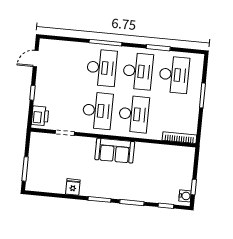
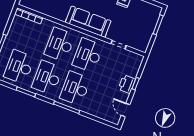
door: (36, 59) -> (126, 110), swing flipped
printer: (40, 116) -> (127, 84), moved
sofa: (115, 151) -> (88, 22), width x1.36

